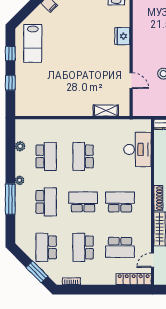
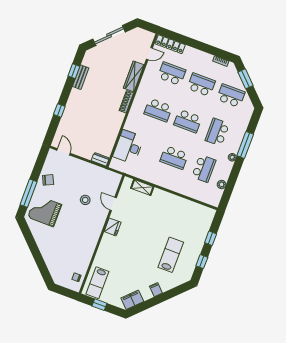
fridge: (122, 36) -> (113, 227), moved
lab bench: (33, 43) -> (171, 255), moved
school desk: (46, 156) -> (204, 169), turned 180
school desk: (83, 156) -> (174, 158), turned 90
school desk: (46, 247) -> (231, 96), turned -90
school desk: (83, 247) -> (201, 85), turned -90

